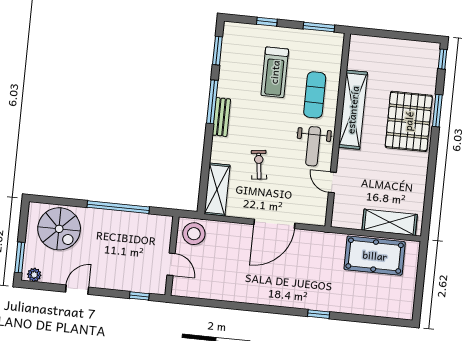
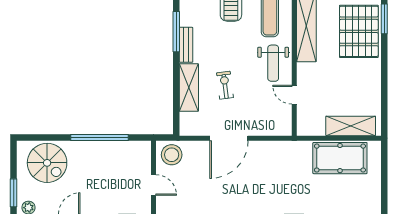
shelving: (217, 190) -> (189, 87), moved
door: (274, 224) -> (229, 138), moved

